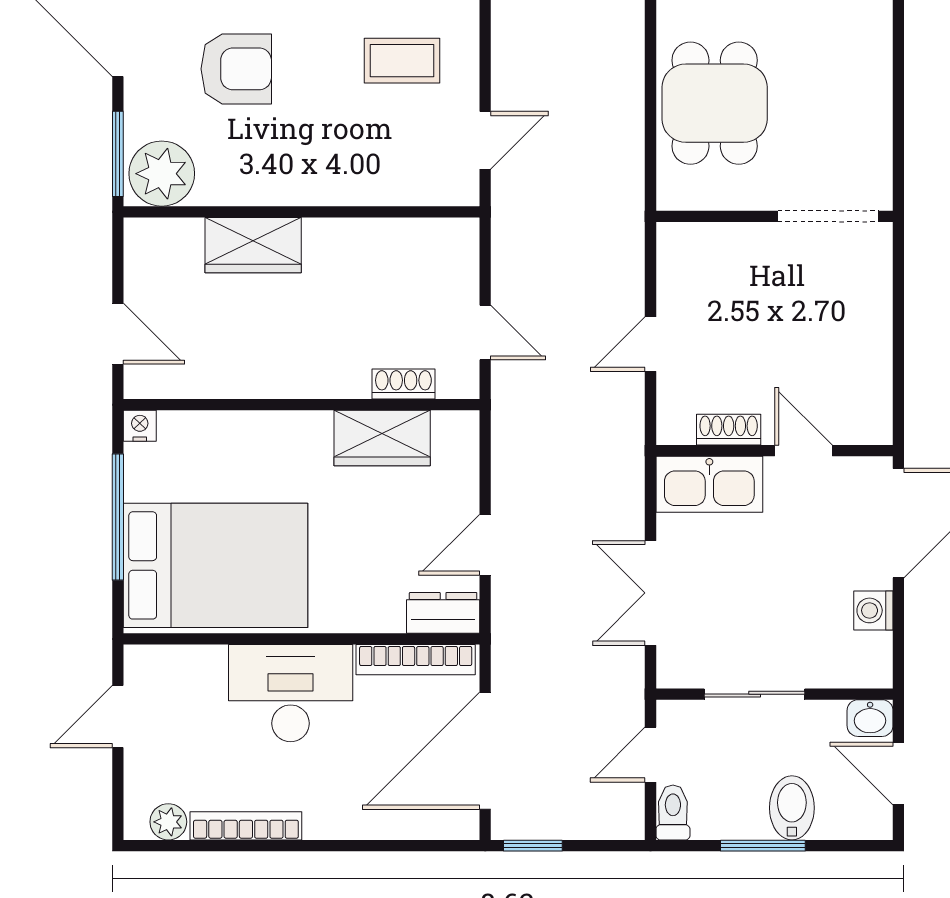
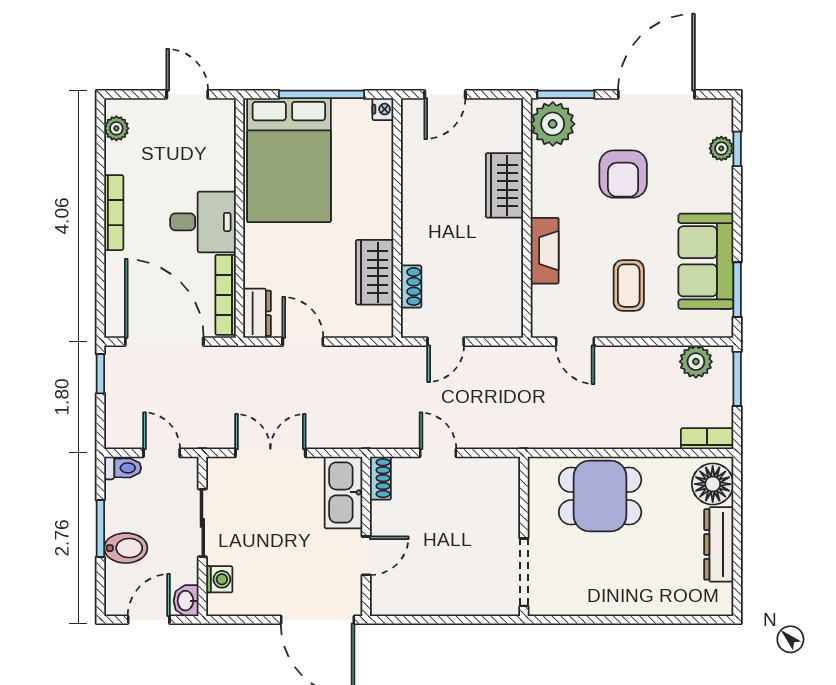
fireplace: (350, 185) -> (545, 251), added
shoe rack: (729, 430) -> (380, 478), moved
washing machine: (873, 610) -> (219, 579), moved, turned 90
desk: (291, 693) -> (203, 222), width x0.73
bookcase: (246, 826) -> (114, 213), moved

